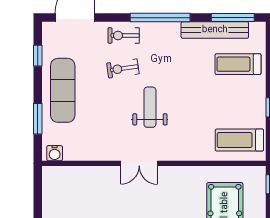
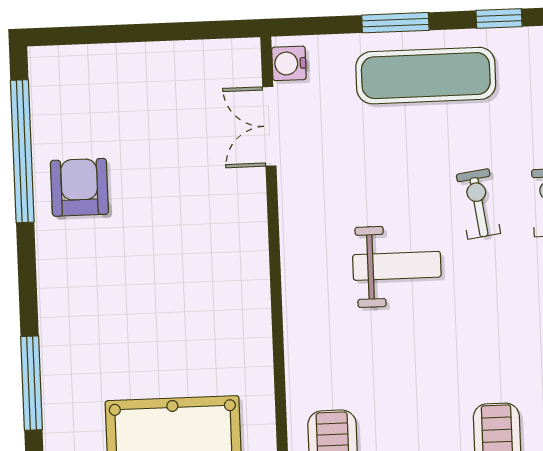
window: (38, 119) -> (395, 23), moved
double door: (139, 163) -> (269, 126), moved

